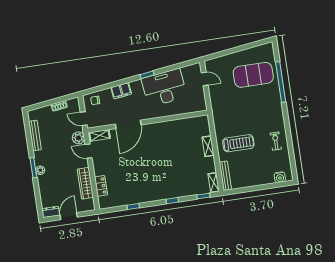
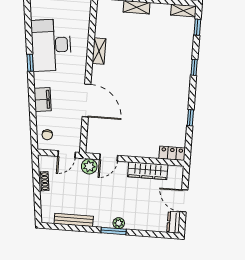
shelving: (99, 135) -> (99, 51), moved
locker: (101, 186) -> (172, 153), moved

